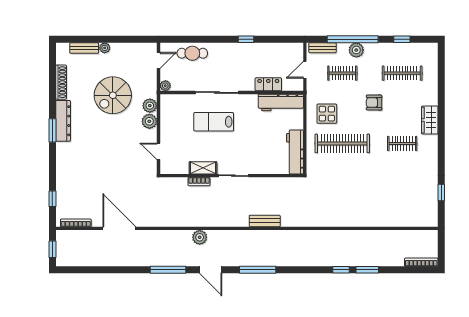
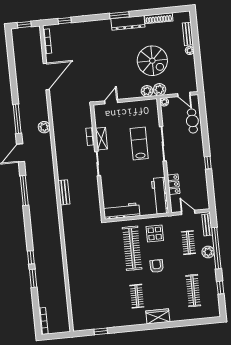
spiral stairs: (113, 95) -> (152, 61), turned 180
armchair: (374, 103) -> (157, 266), moved
plant: (149, 121) -> (159, 89), moved
plant: (200, 237) -> (44, 127), moved

